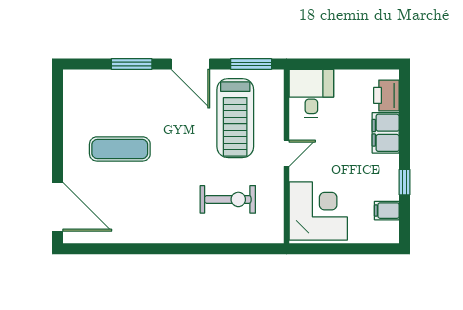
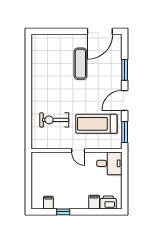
filing cabinet: (386, 133) -> (94, 202), width x0.50
exercise bike: (228, 199) -> (54, 120), turned 90
door: (58, 207) -> (100, 31), moved
corner desk: (318, 211) -> (48, 167), removed

